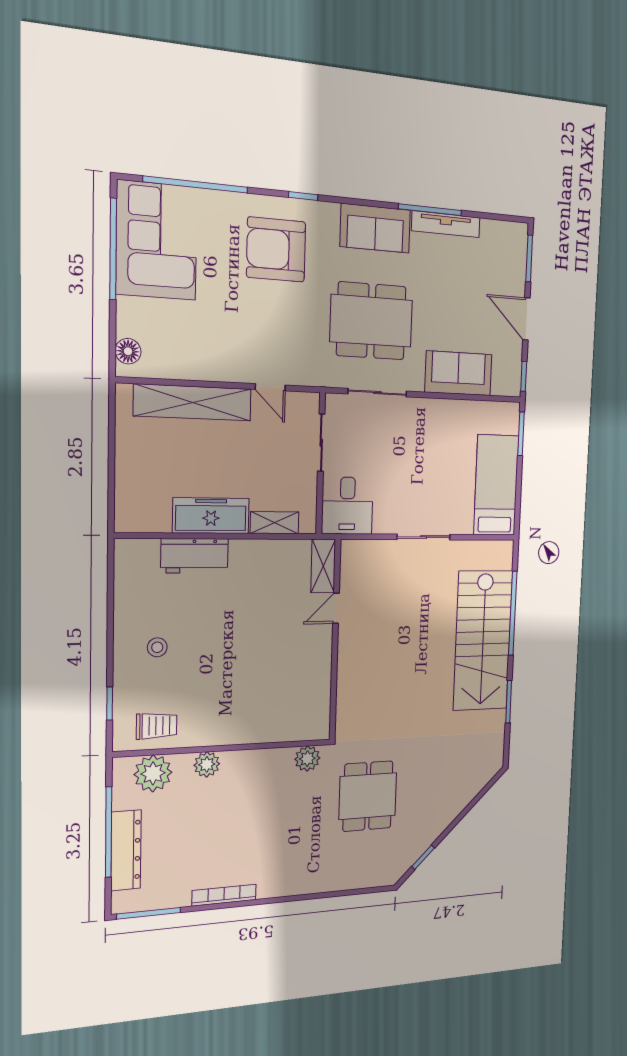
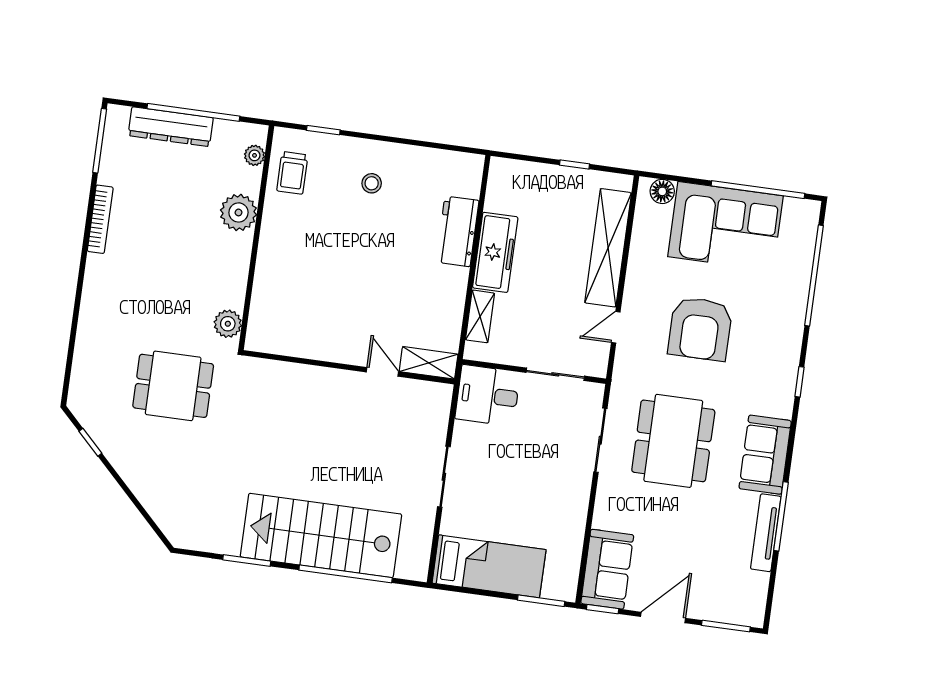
corner sofa: (157, 241) -> (725, 226), moved
armchair: (276, 250) -> (700, 329), moved, turned 180
sofa: (458, 373) -> (607, 569), moved
window: (112, 446) -> (574, 165), added
plant: (207, 764) -> (239, 212), width x1.36, depth x1.36
plant: (153, 773) -> (255, 155), width x0.53, depth x0.53

